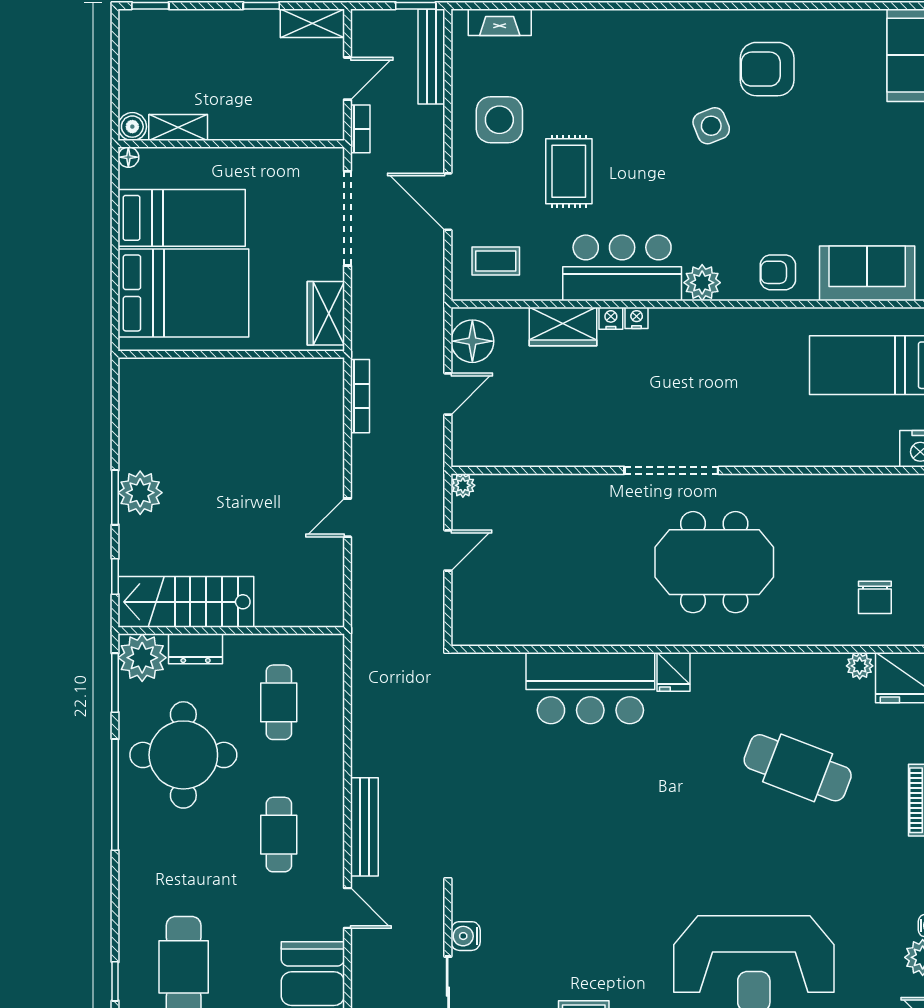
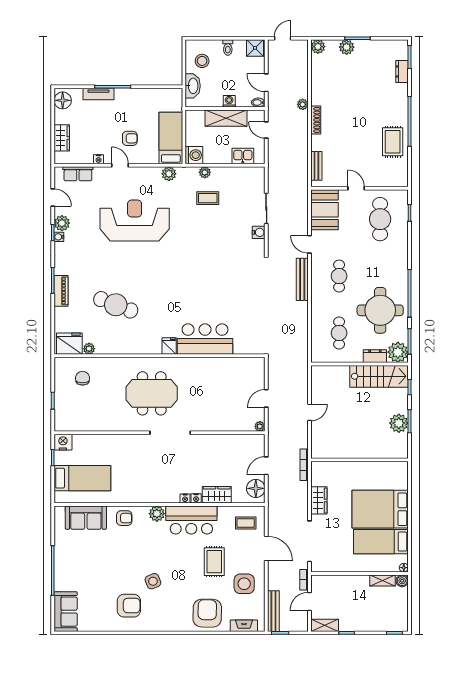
armchair: (585, 51) -> (207, 613), added
wall: (231, 354) -> (360, 460), moved

